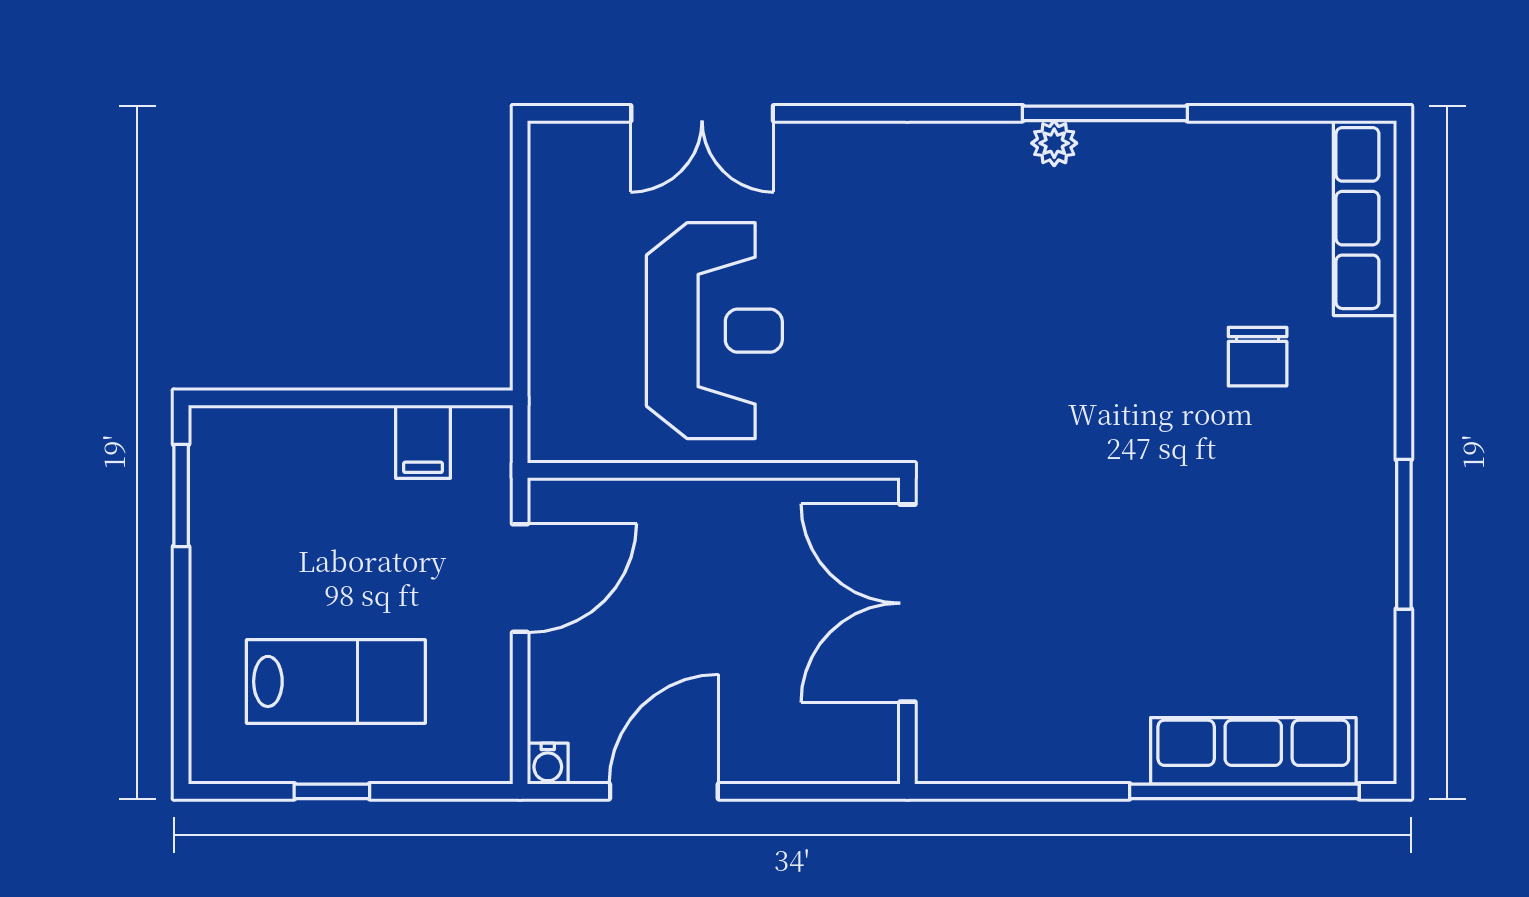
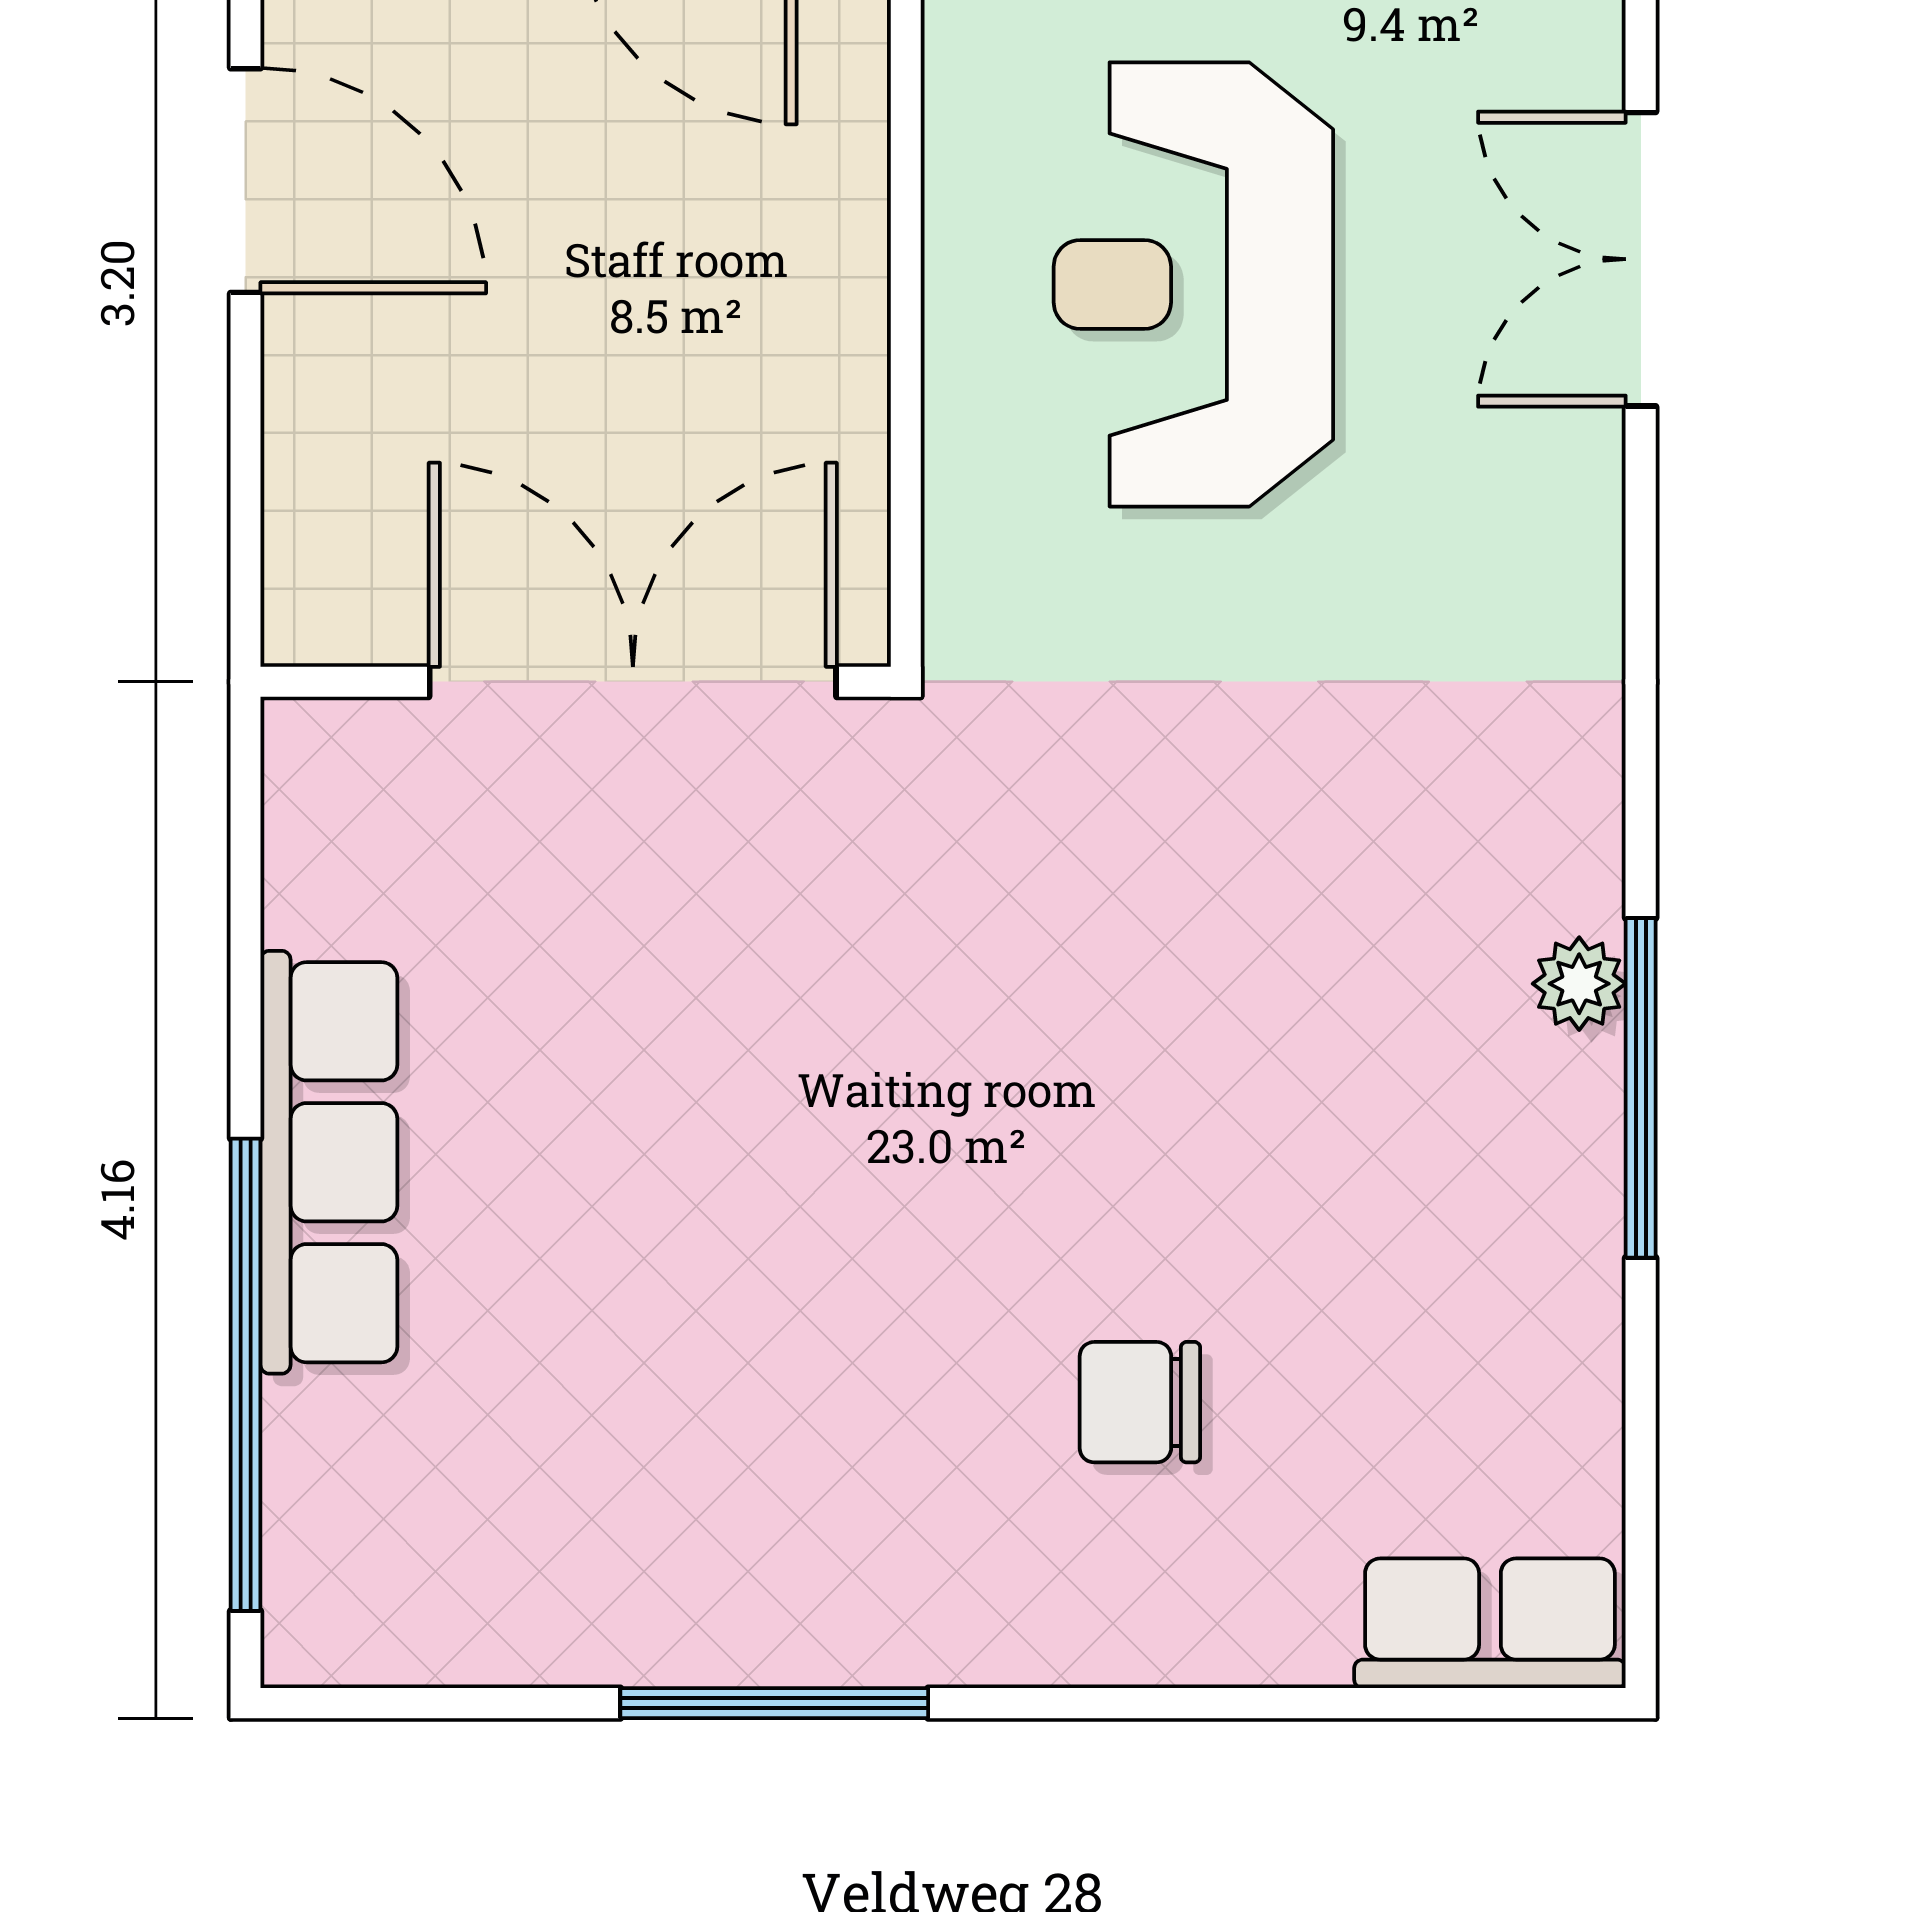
row of seats: (1365, 218) -> (1490, 1623), width x0.68
reception desk: (714, 331) -> (1193, 284), turned 90
row of seats: (1253, 751) -> (329, 1162), moved

